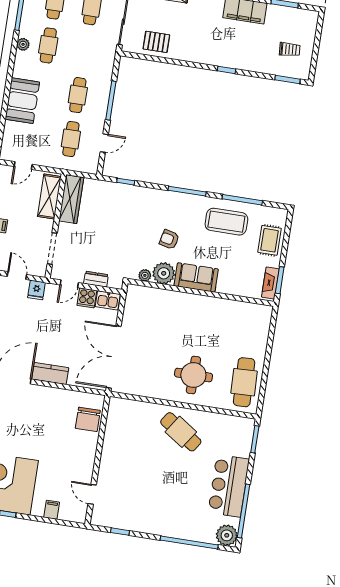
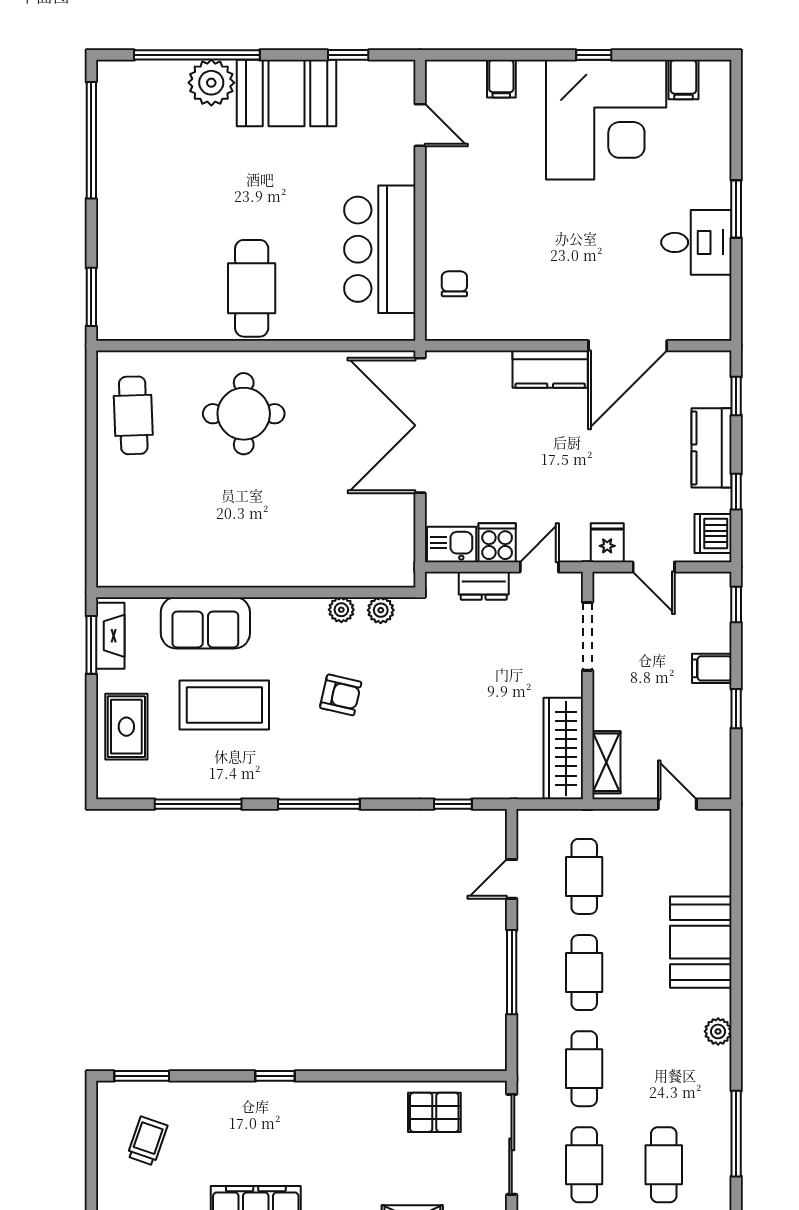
plant: (23, 44) -> (718, 1031), moved
cafe table: (48, 45) -> (584, 1069), moved
trolley: (290, 49) -> (147, 1141), turned 113
door: (23, 165) -> (677, 804), hinge flipped
shelving: (49, 196) -> (606, 762), width x0.67, depth x0.75
coffee table: (226, 222) -> (224, 705), moved
plant: (164, 273) -> (341, 610), width x0.53, depth x0.53
sofa: (196, 277) -> (205, 623), moved
double door: (114, 357) -> (420, 425), swing flipped
cafe table: (244, 382) -> (133, 415), width x0.73, depth x0.74
chair: (88, 419) -> (454, 284), width x0.54, depth x0.54
cafe table: (181, 432) -> (252, 288), turned 56
bar counter: (229, 486) -> (380, 249), moved, turned 180
booth: (151, 519) -> (286, 93), added
plant: (227, 535) -> (211, 83), moved

